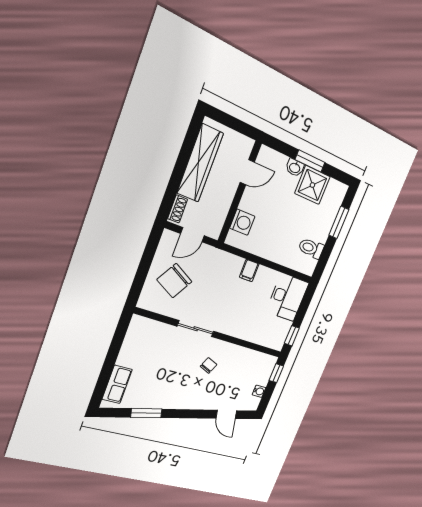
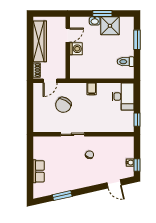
washing machine: (242, 222) -> (76, 49), moved
chair: (174, 281) -> (63, 105), moved
window: (276, 373) -> (137, 165), moved
row of seats: (117, 384) -> (39, 171), moved

